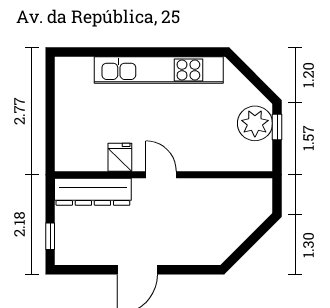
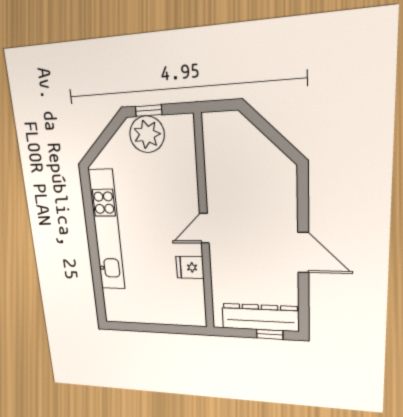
dresser: (93, 192) -> (260, 317), moved, turned -90

